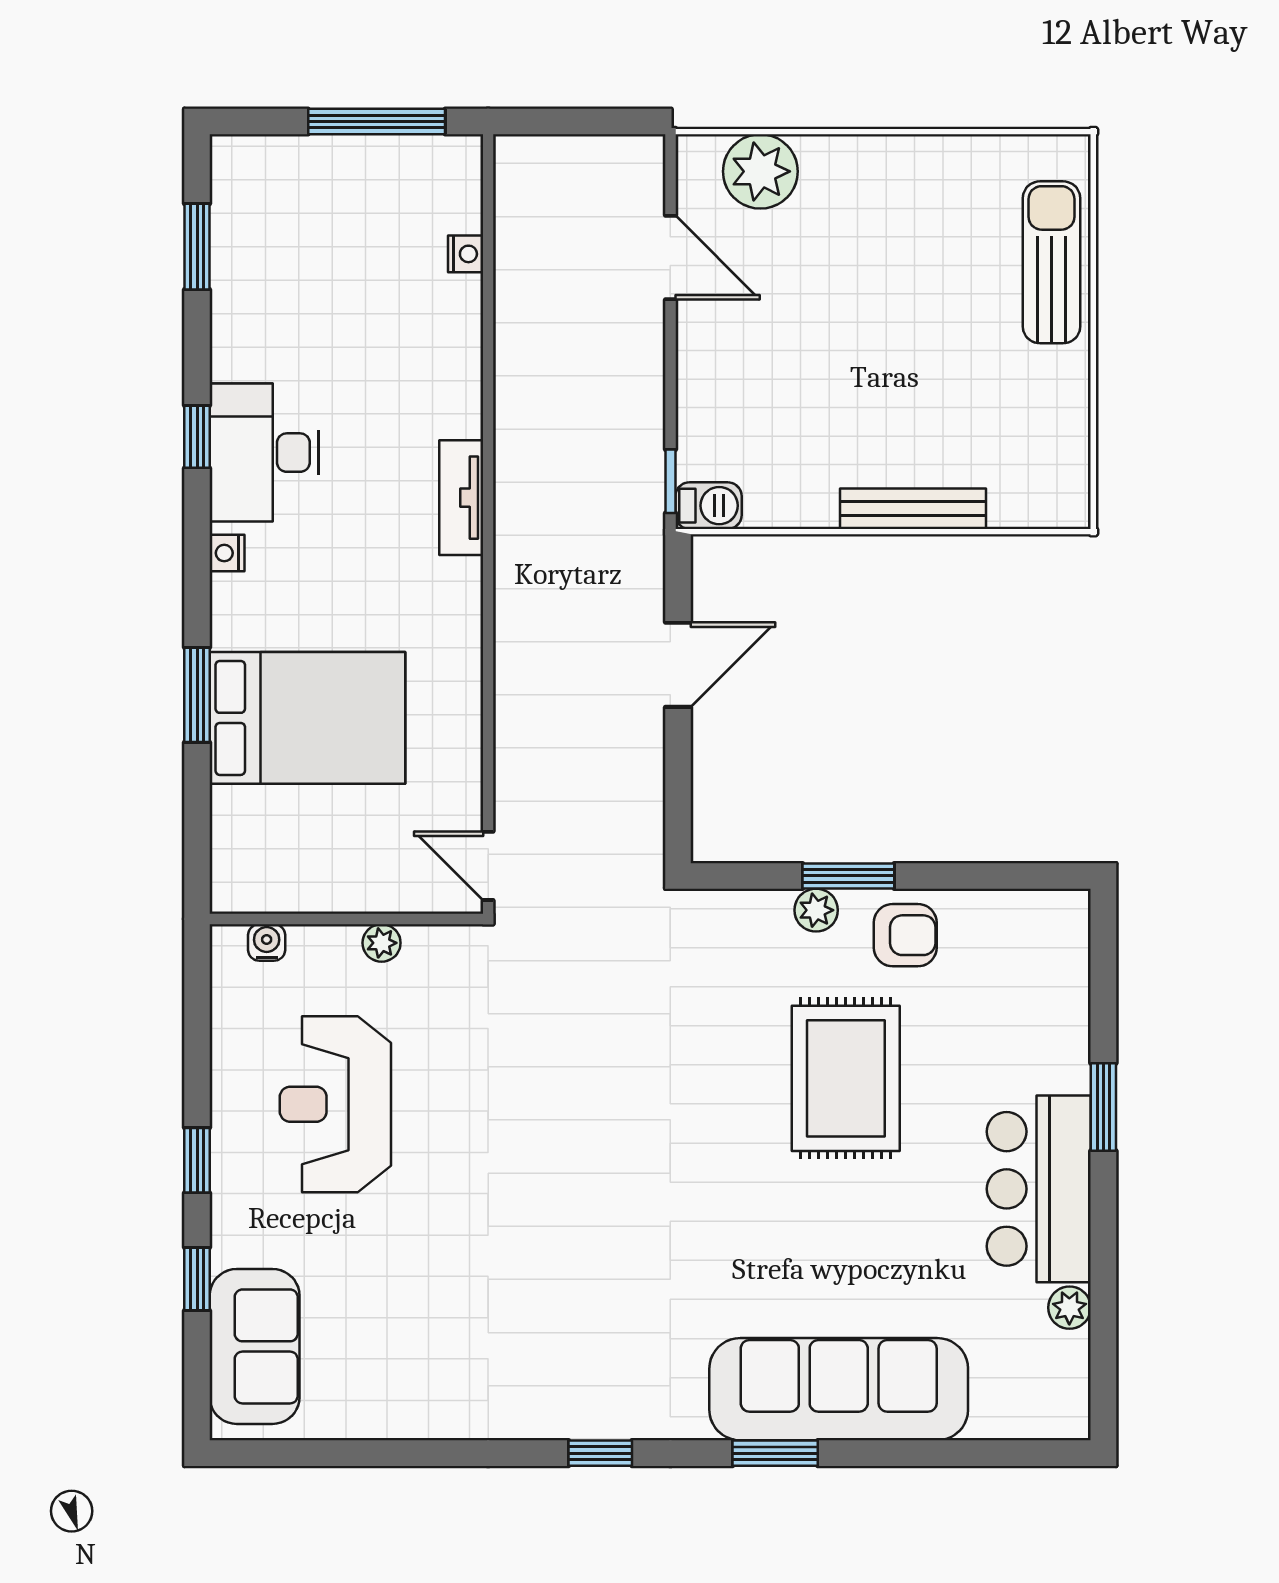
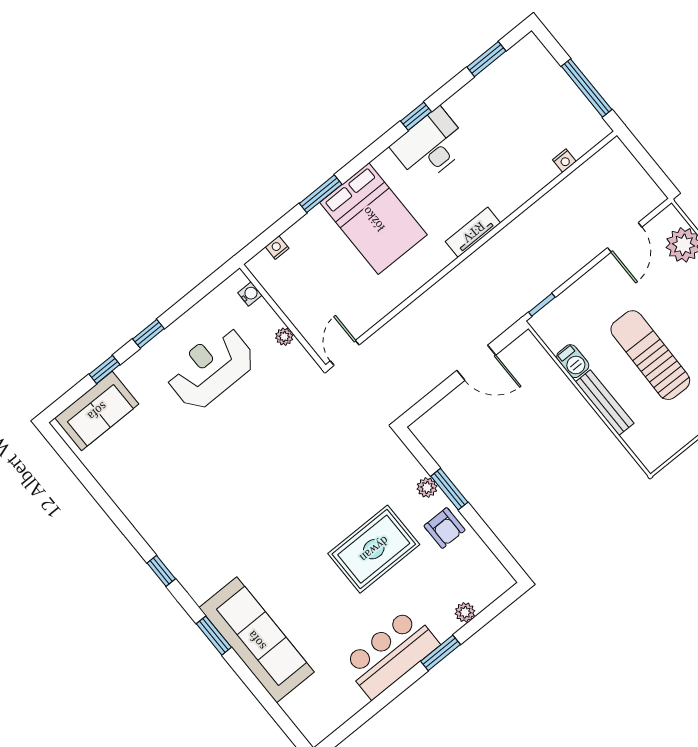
sun lounger: (896, 371) -> (650, 355), added
barbecue: (709, 506) -> (573, 361), moved
nightstand: (227, 553) -> (277, 248), moved
bed: (307, 718) -> (374, 219), moved
plant: (1069, 1308) -> (465, 612), moved

